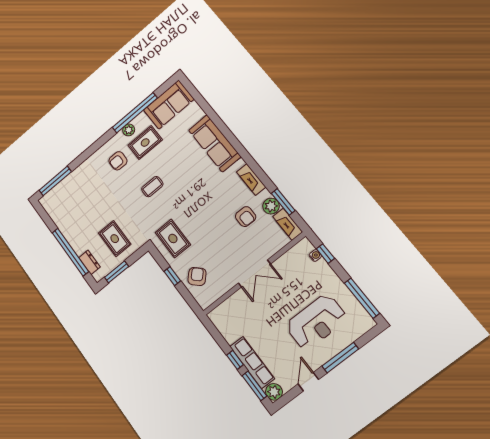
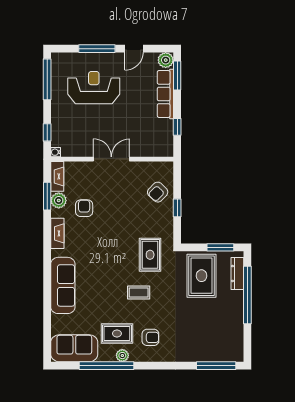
rug: (173, 238) -> (150, 255), moved
rug: (115, 239) -> (202, 276), width x1.36, depth x1.43
water cooler: (315, 255) -> (56, 152), moved
dresser: (89, 262) -> (237, 274), width x1.44
window: (235, 360) -> (177, 127), moved

